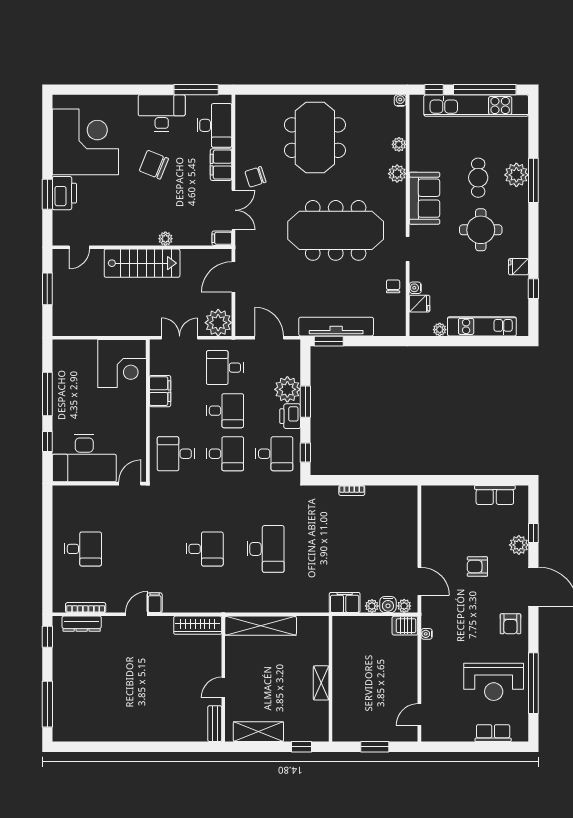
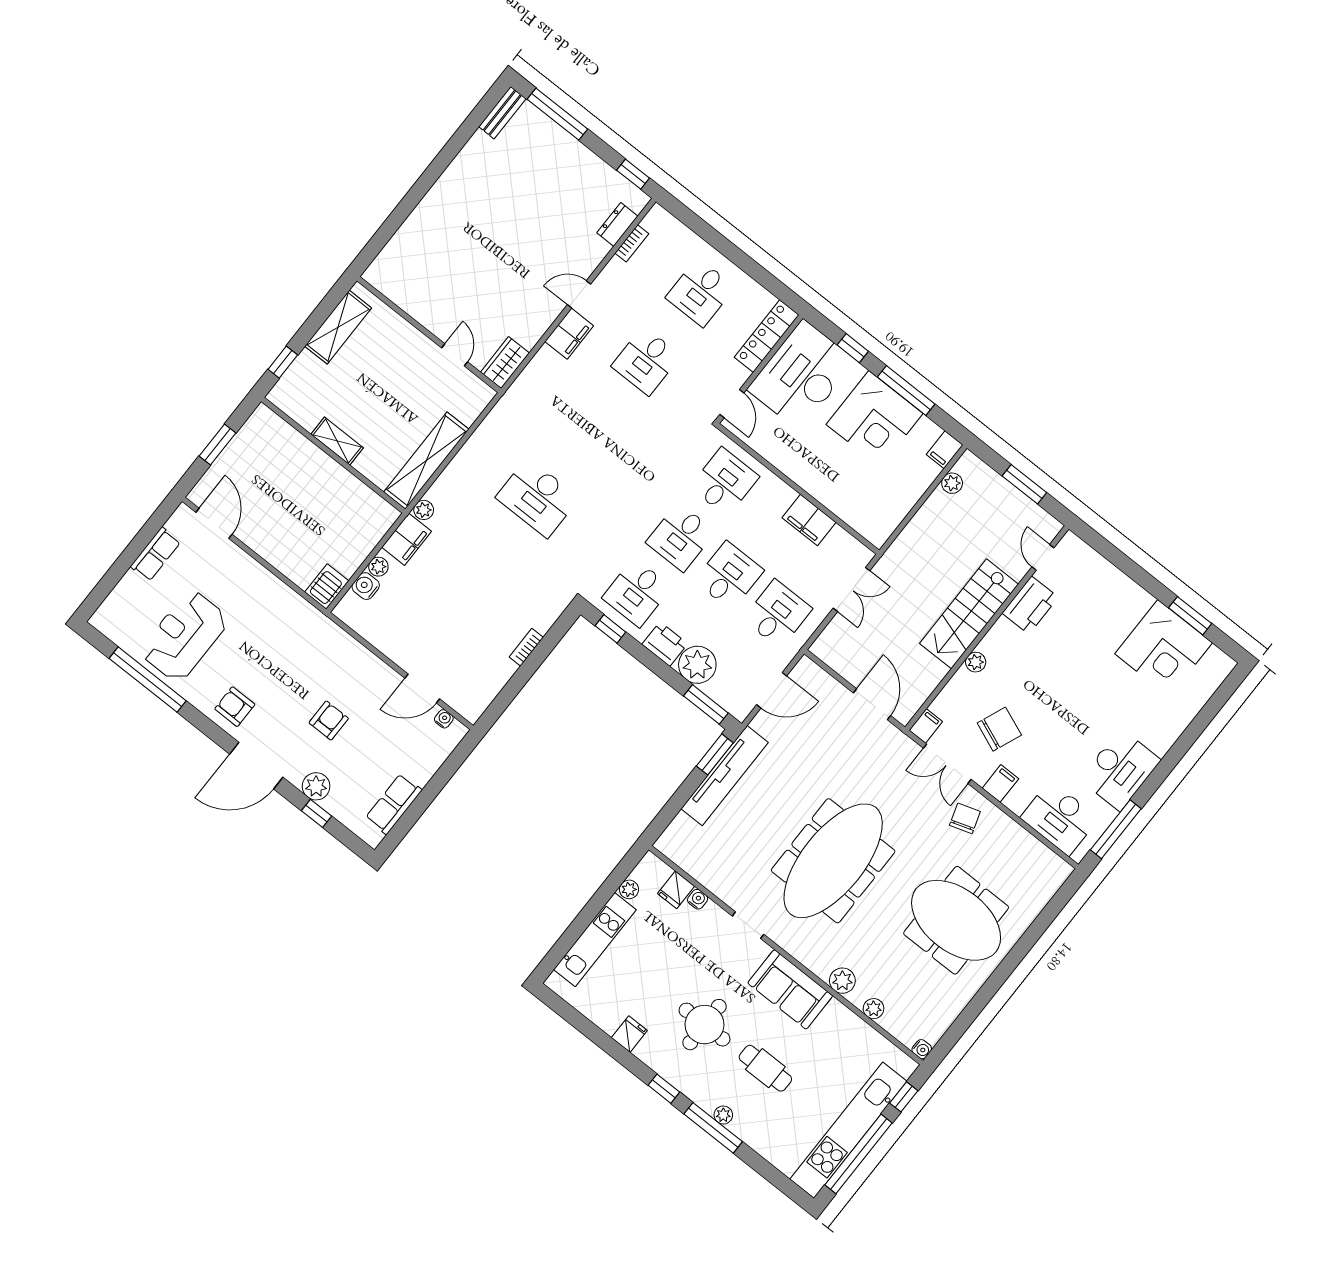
corner desk: (85, 142) -> (1164, 648), width x0.74, depth x0.74
chair: (154, 165) -> (999, 729), moved
filing cabinet: (221, 165) -> (1000, 783), width x0.50
plant: (516, 175) -> (723, 1115), width x0.53, depth x0.53
printer: (64, 193) -> (1030, 605), moved, turned -90
window: (47, 194) -> (1190, 616), moved
chair: (393, 286) -> (719, 876), removed
window: (533, 289) -> (664, 1089), moved
plant: (218, 323) -> (952, 483), moved, width x0.53, depth x0.53
filing cabinet: (63, 347) -> (945, 450), added
corner desk: (122, 364) -> (875, 419), moved, turned -90
window: (305, 402) -> (706, 704), moved
desk: (225, 411) -> (729, 576), turned 180
locker: (78, 494) -> (767, 336), added
desk: (205, 549) -> (646, 361), moved
door: (419, 581) -> (422, 688), moved
filing cabinet: (155, 603) -> (569, 334), width x2.00
plant: (404, 606) -> (424, 510), moved
bookcase: (86, 608) -> (632, 243), width x0.64
door: (136, 614) -> (579, 294), swing flipped
dresser: (82, 624) -> (617, 225), width x0.70
wardrobe: (198, 625) -> (505, 363), width x0.67
shelving: (261, 626) -> (426, 461), moved
water cooler: (427, 634) -> (444, 719), moved
door: (223, 687) -> (455, 355), moved
door: (419, 715) -> (214, 523), width x1.38
bench: (215, 724) -> (502, 113), moved, turned 90
row of seats: (493, 733) -> (155, 554), moved

